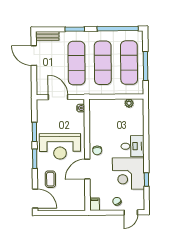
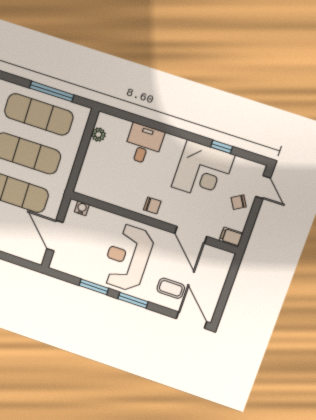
door: (58, 97) -> (55, 236), hinge flipped
reception desk: (60, 146) -> (128, 258), turned 180
desk: (133, 146) -> (144, 144), moved
door: (87, 169) -> (191, 235), moved
door: (35, 199) -> (191, 320), hinge flipped

